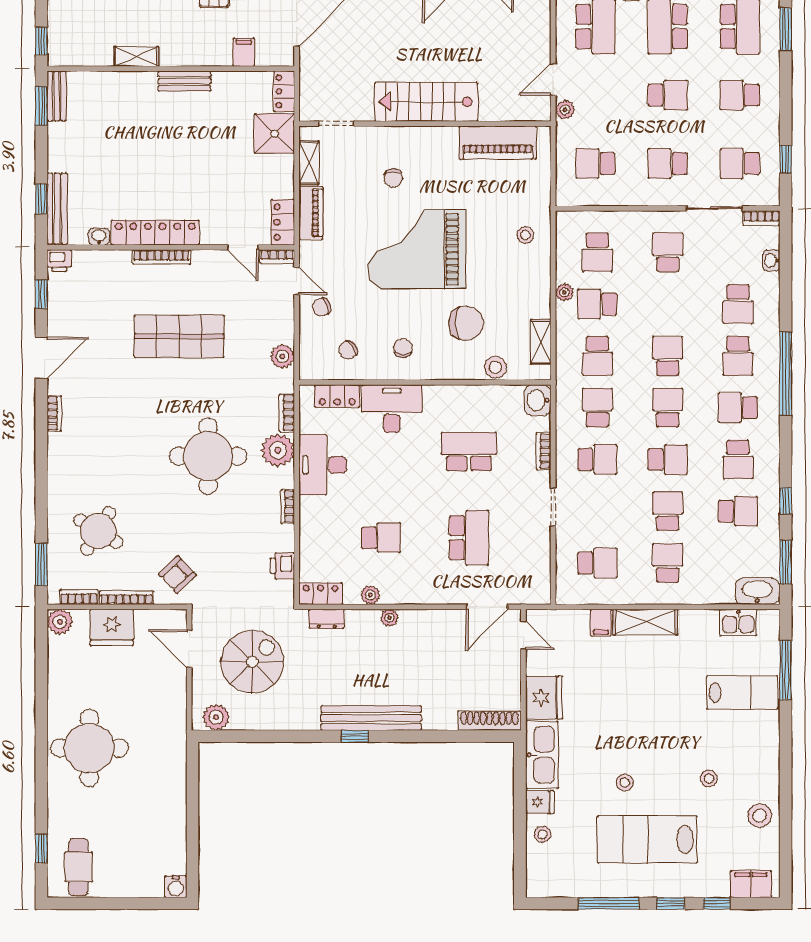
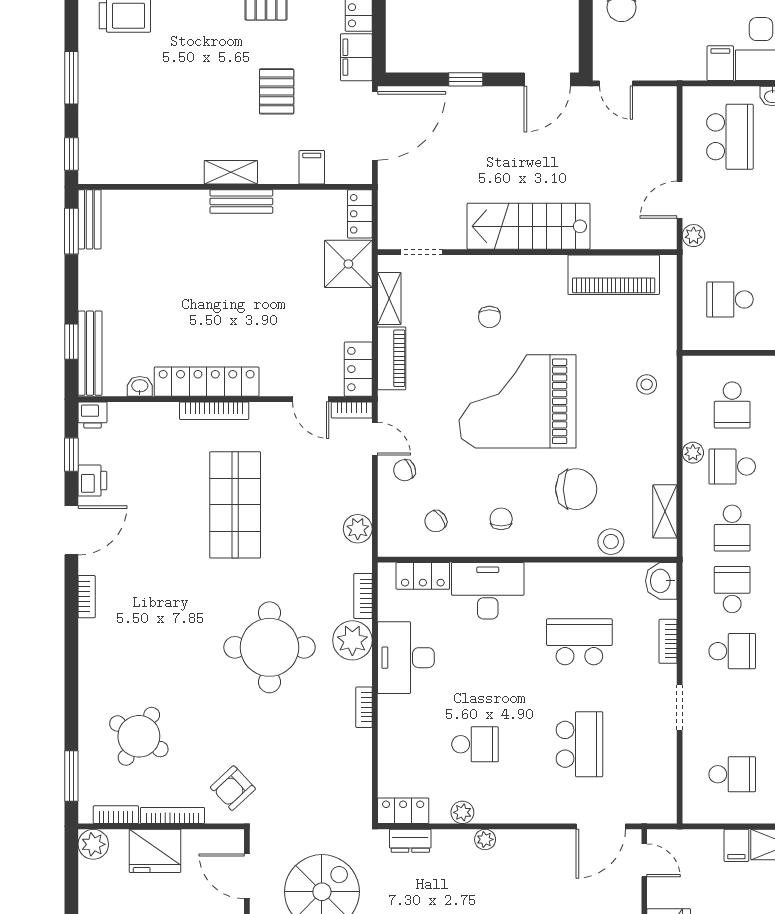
shelving: (136, 56) -> (231, 172), moved
shop shelf: (179, 336) -> (235, 505), turned 90
printer: (282, 566) -> (92, 481), moved, turned 180

